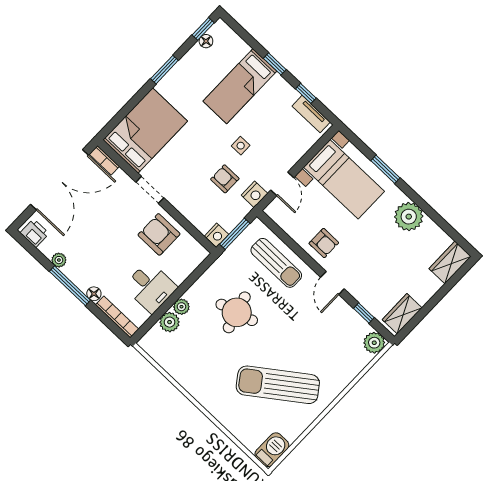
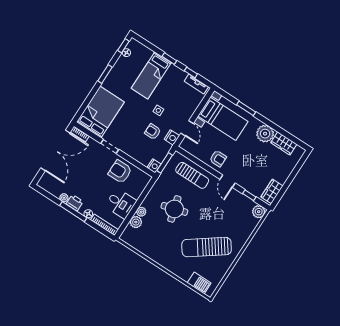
printer: (35, 233) -> (75, 203), moved
wardrobe: (450, 262) -> (284, 143), moved, turned -90
barbecue: (272, 450) -> (199, 283), moved, turned 90

